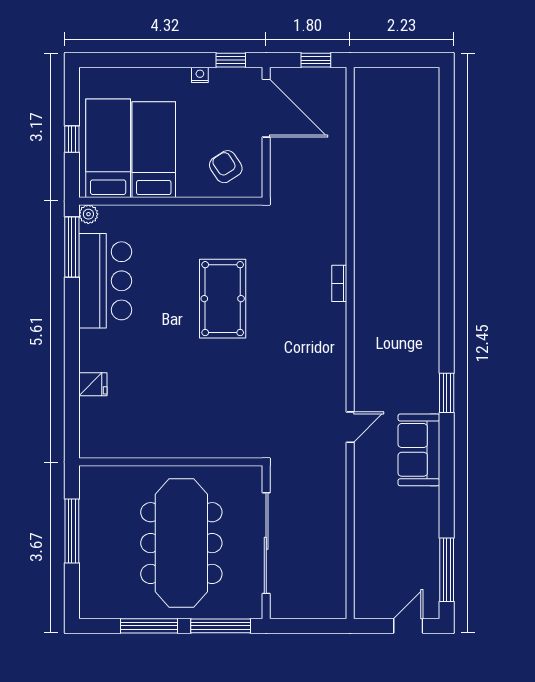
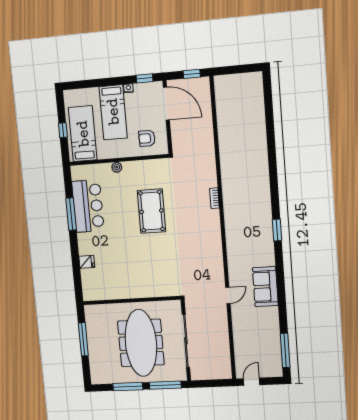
bed: (154, 150) -> (113, 112), moved, turned 180
armchair: (226, 167) -> (147, 138), turned -57
plant: (88, 214) -> (117, 167), moved
window: (72, 247) -> (71, 214), moved
window: (447, 393) -> (277, 230), moved
door: (350, 427) -> (228, 295), moved
door: (408, 626) -> (252, 382), moved

